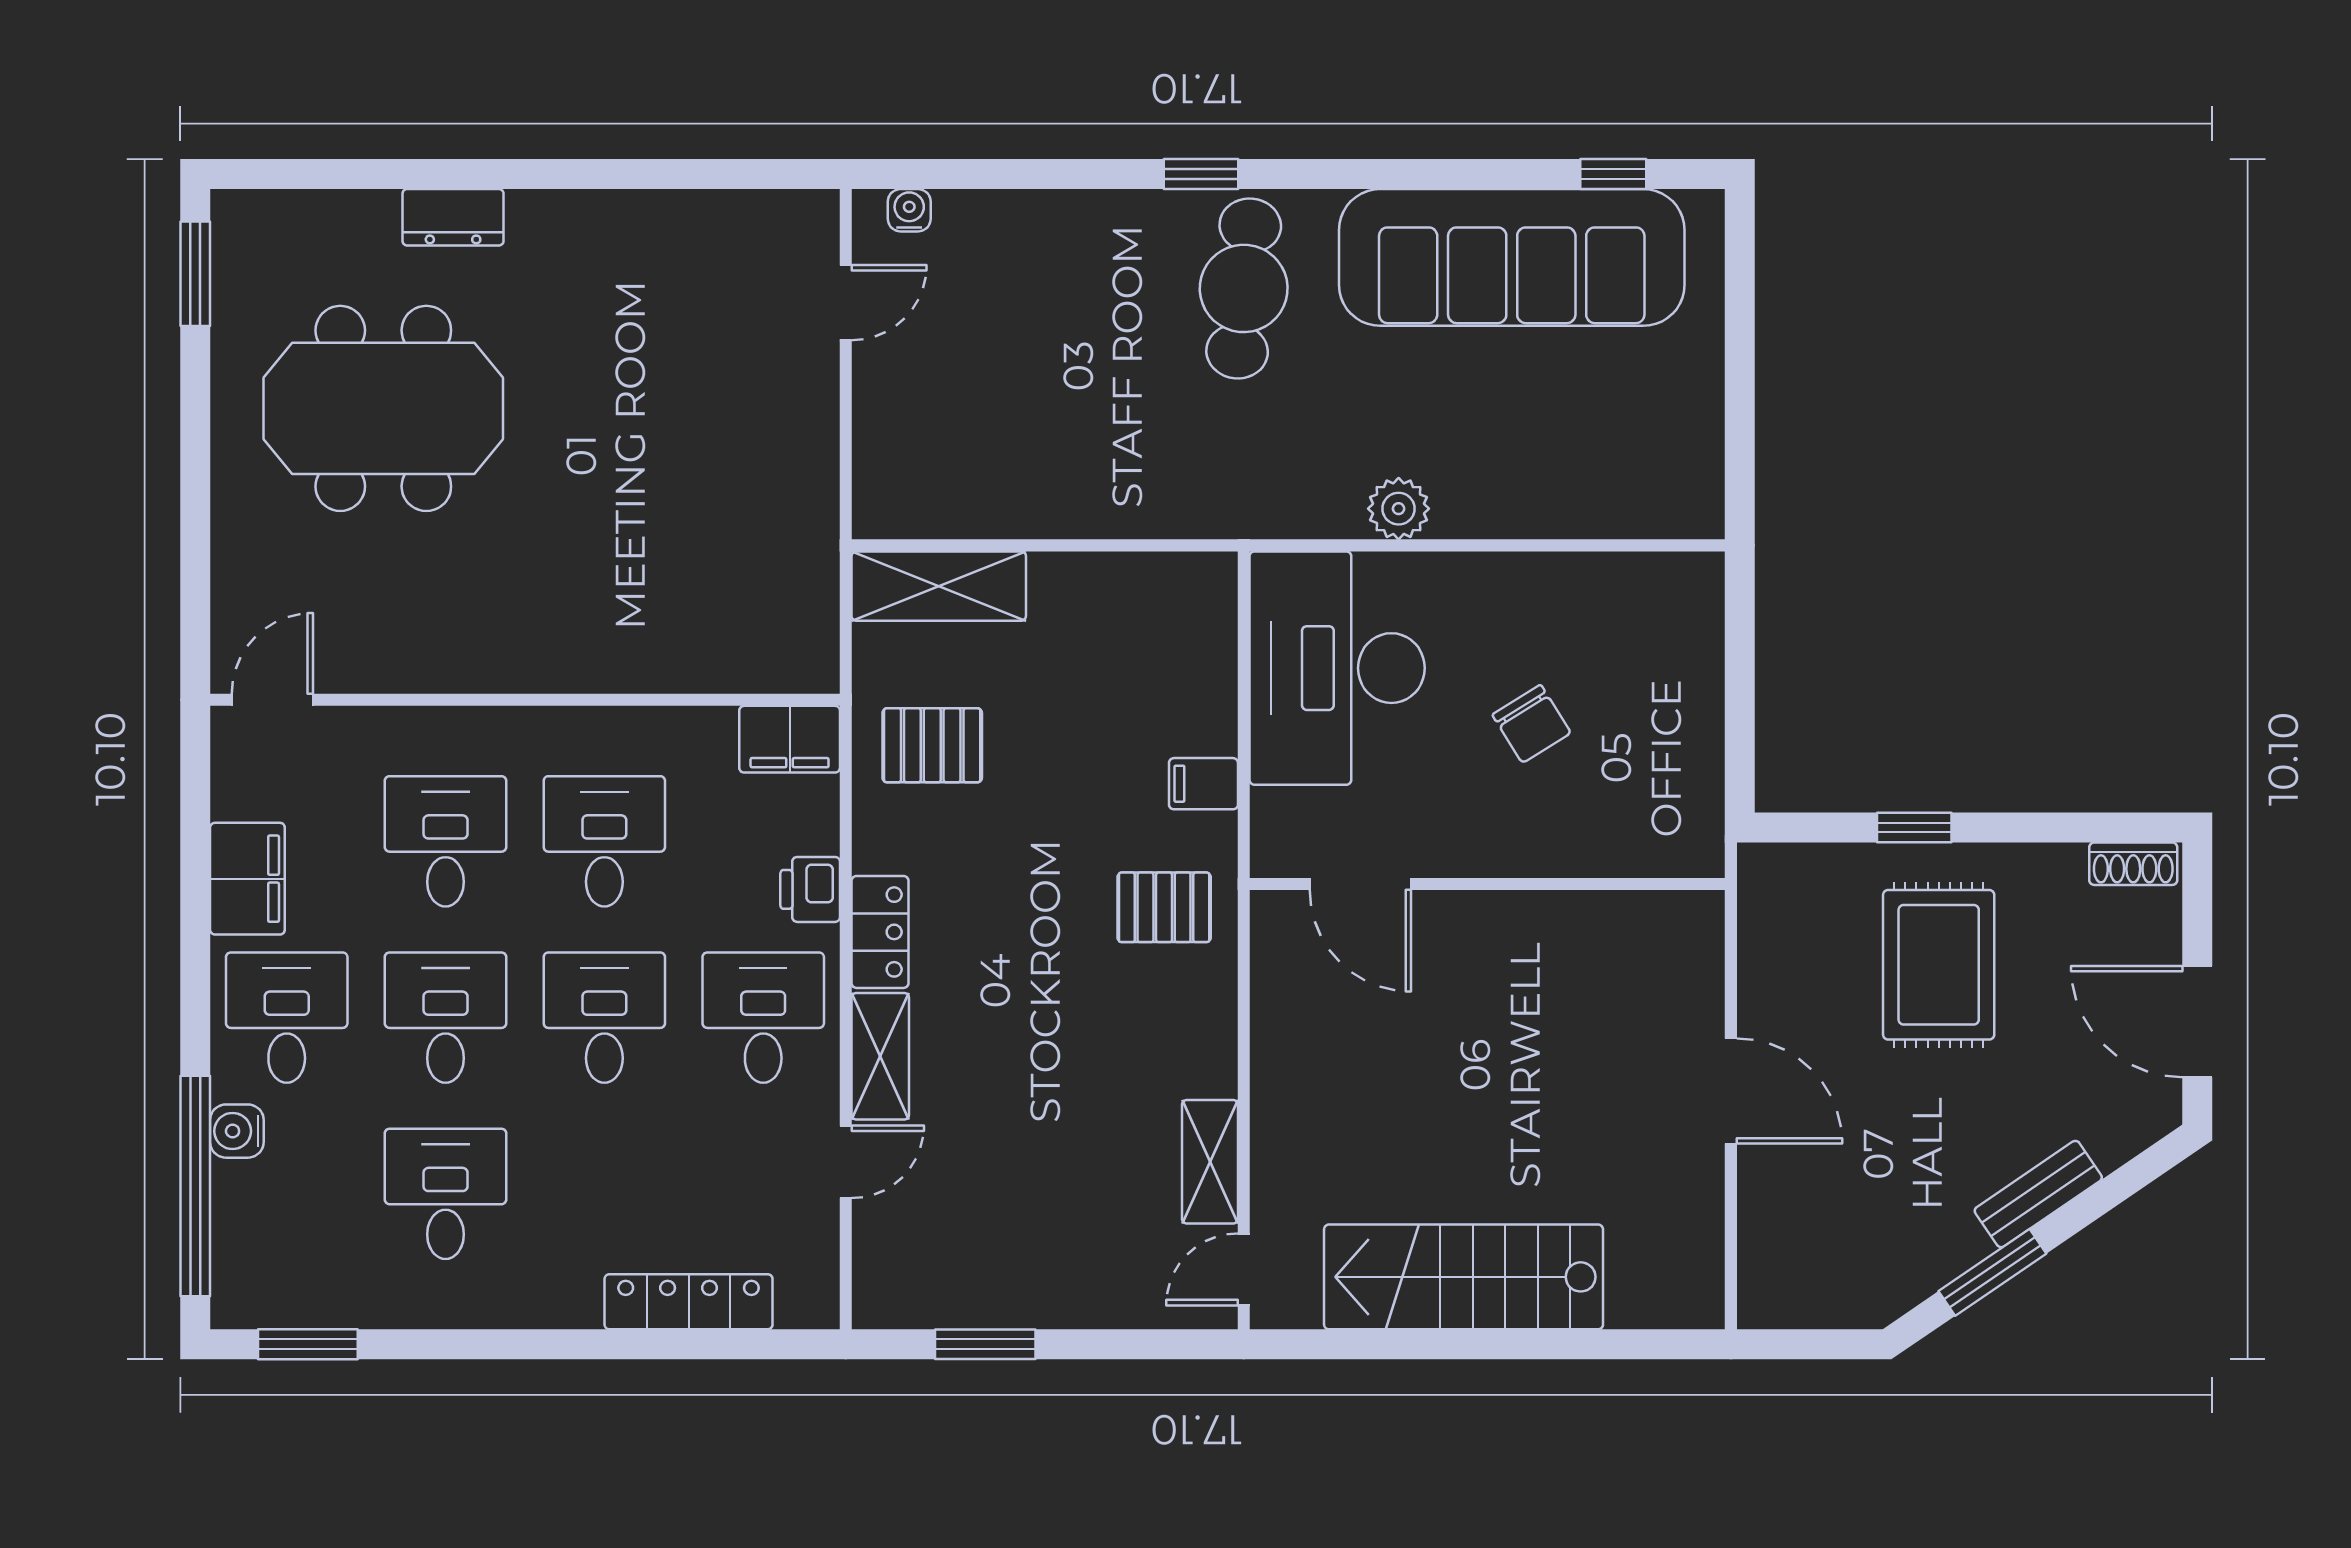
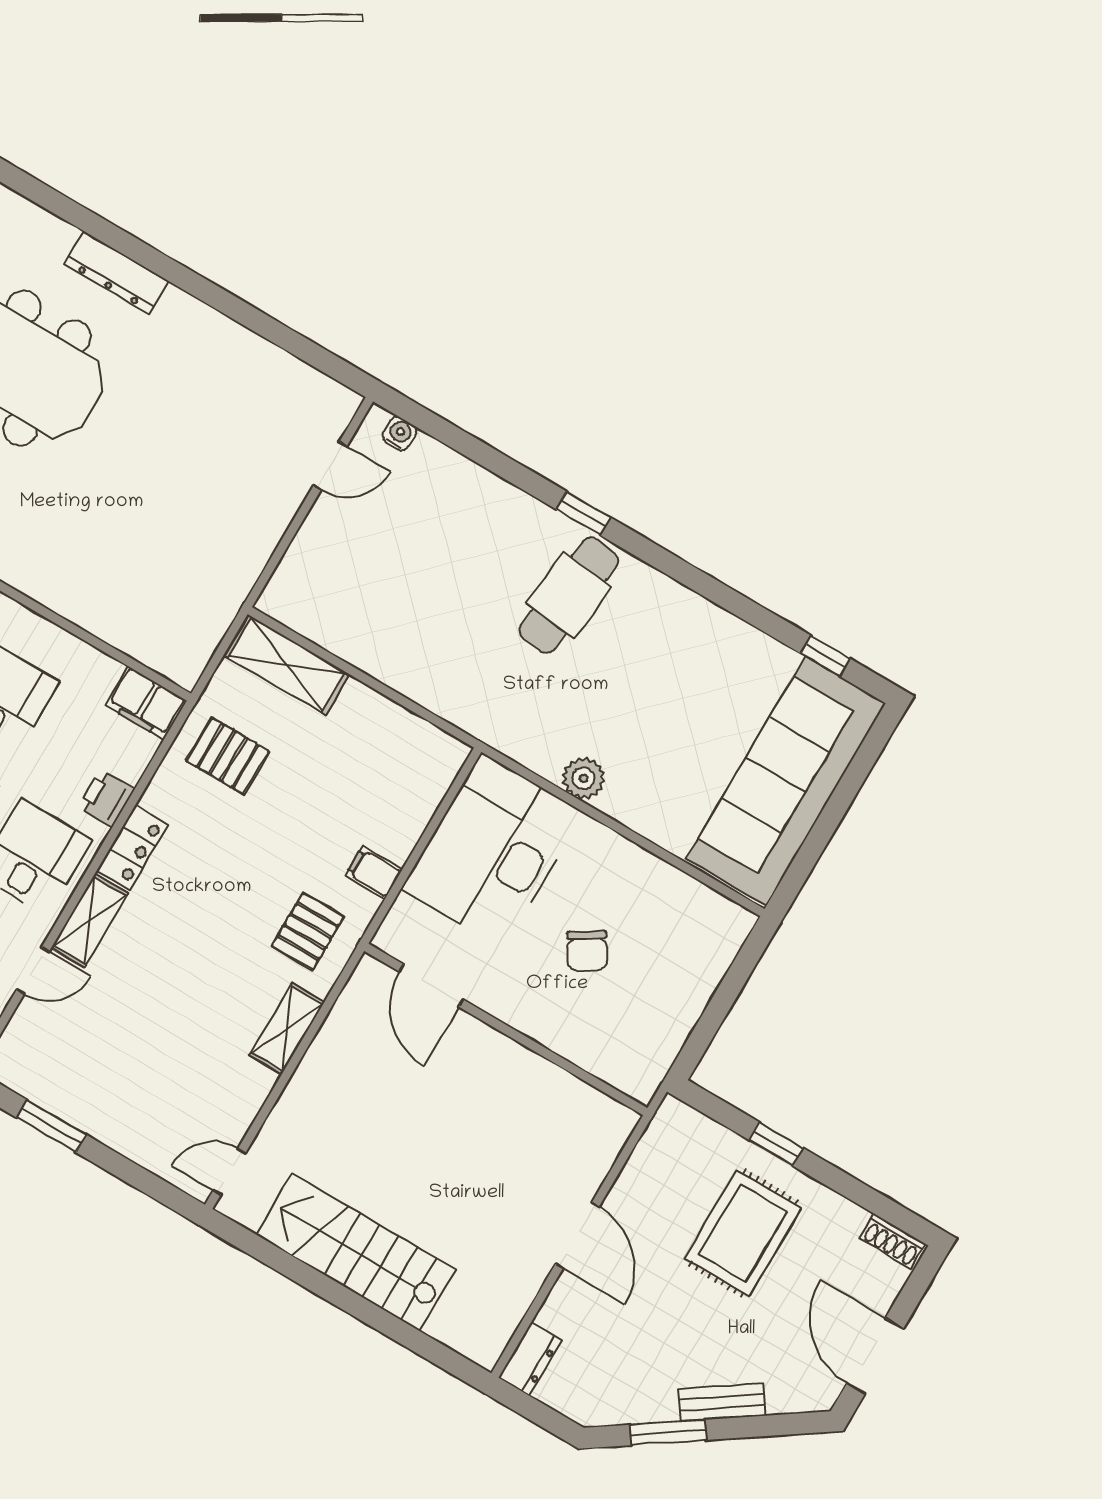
dresser: (453, 217) -> (116, 272), width x1.44
sofa: (1512, 257) -> (786, 781), moved, turned 90
pallet: (1164, 907) -> (308, 931), turned 90
shelving: (1210, 1162) -> (287, 1029), moved
dresser: (1763, 1282) -> (530, 1359), added

